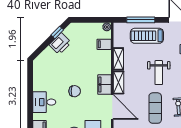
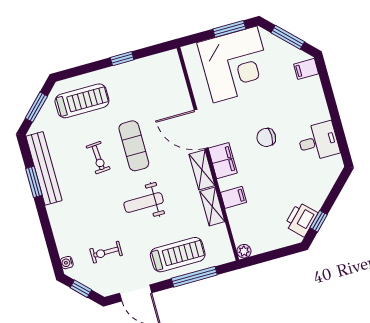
printer: (60, 44) -> (301, 219), moved
filing cabinet: (104, 44) -> (234, 197), moved
weight bench: (159, 73) -> (144, 203), turned -90
desk: (44, 102) -> (318, 141), moved

